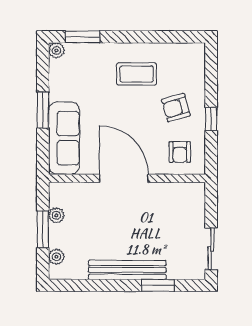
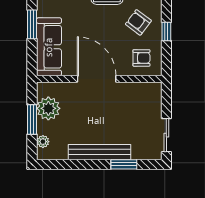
armchair: (176, 108) -> (138, 22), turned 53
armchair: (180, 152) -> (141, 58), turned -90
plant: (56, 215) -> (48, 108), width x1.88, depth x1.88

